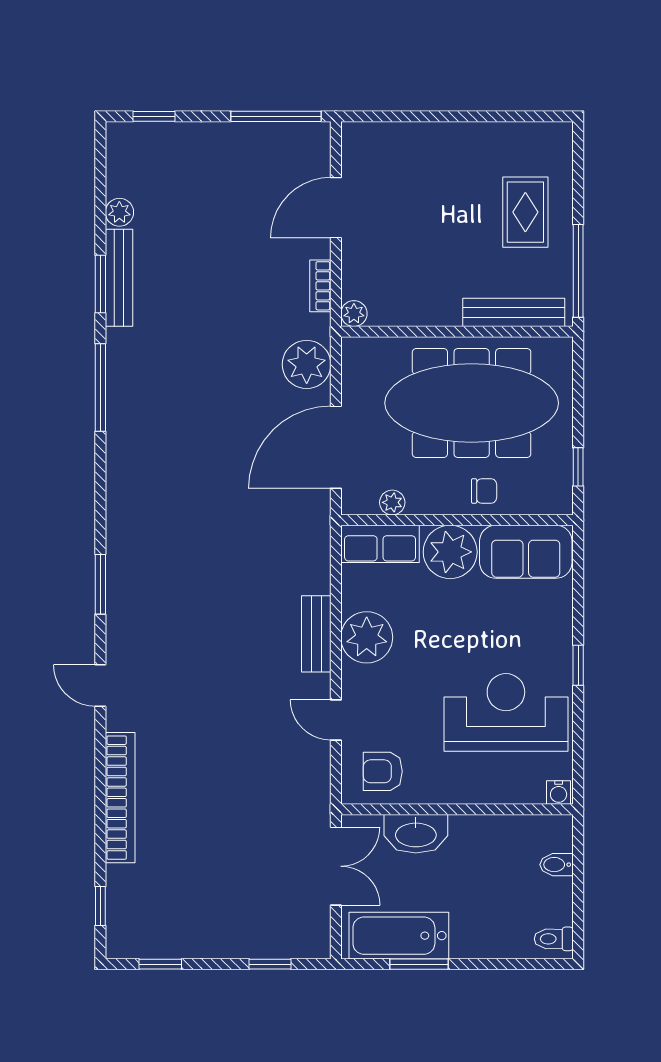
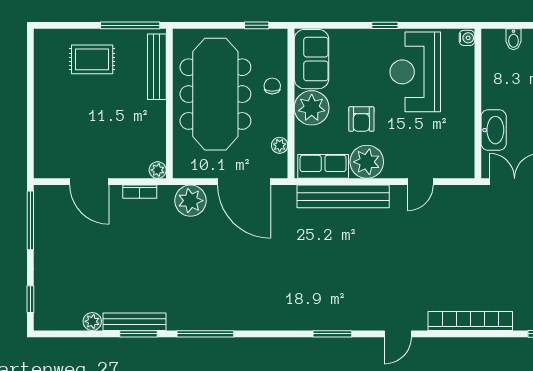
row of seats: (380, 544) -> (323, 166), moved, turned -90
bench: (316, 634) -> (343, 196), width x1.86, depth x1.21
armchair: (383, 771) -> (361, 119), moved

